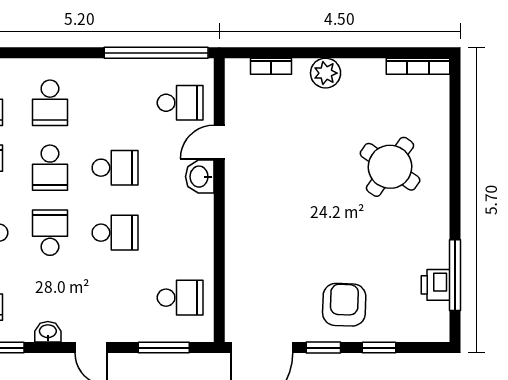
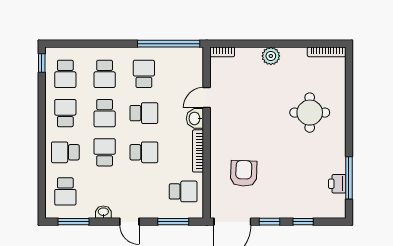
bookcase: (271, 66) -> (222, 52), moved
school desk: (180, 103) -> (144, 74), moved, turned -90
round table: (390, 167) -> (310, 113), turned -35
bookcase: (205, 231) -> (198, 151), added
armchair: (344, 305) -> (244, 173), moved

